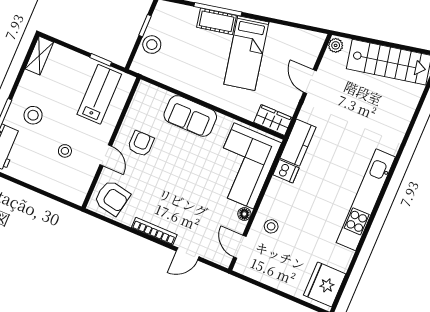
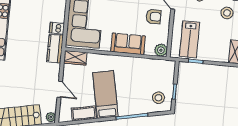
cot: (217, 21) -> (84, 113), moved
stool: (152, 45) -> (158, 98), moved
plant: (146, 92) -> (161, 50), added
armchair: (141, 144) -> (154, 17), turned -90

